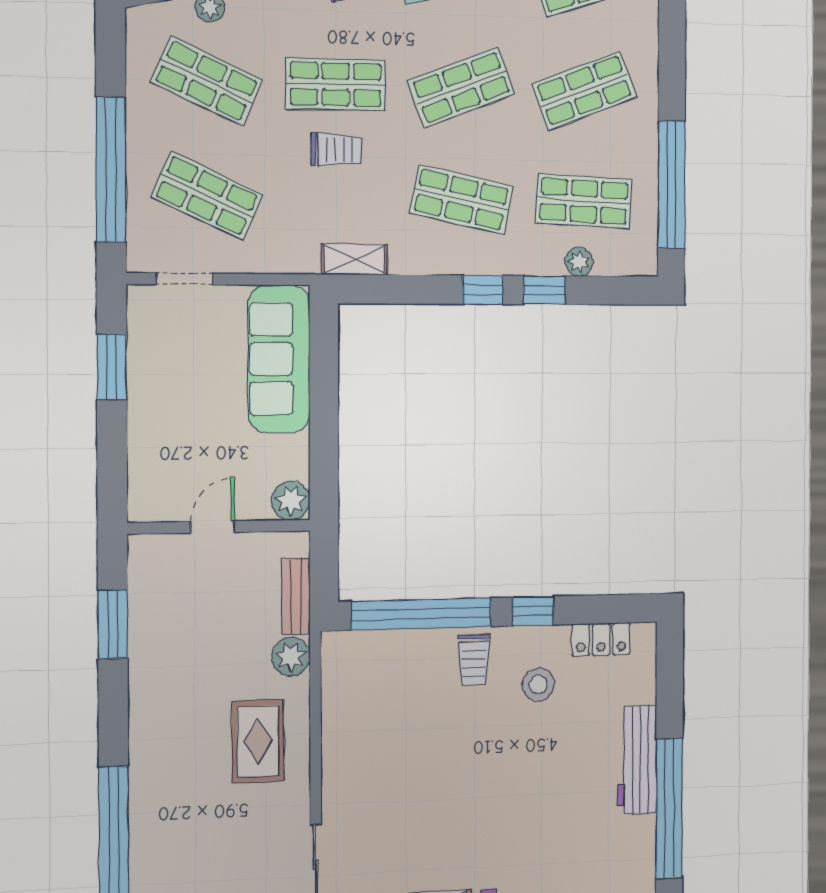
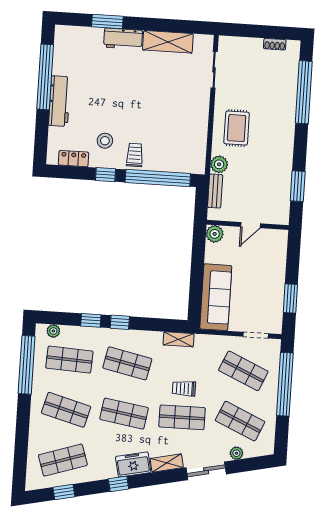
shop shelf: (461, 87) -> (124, 414), turned 30
shop shelf: (584, 91) -> (66, 410), turned 36
plant: (579, 262) -> (53, 331), moved

